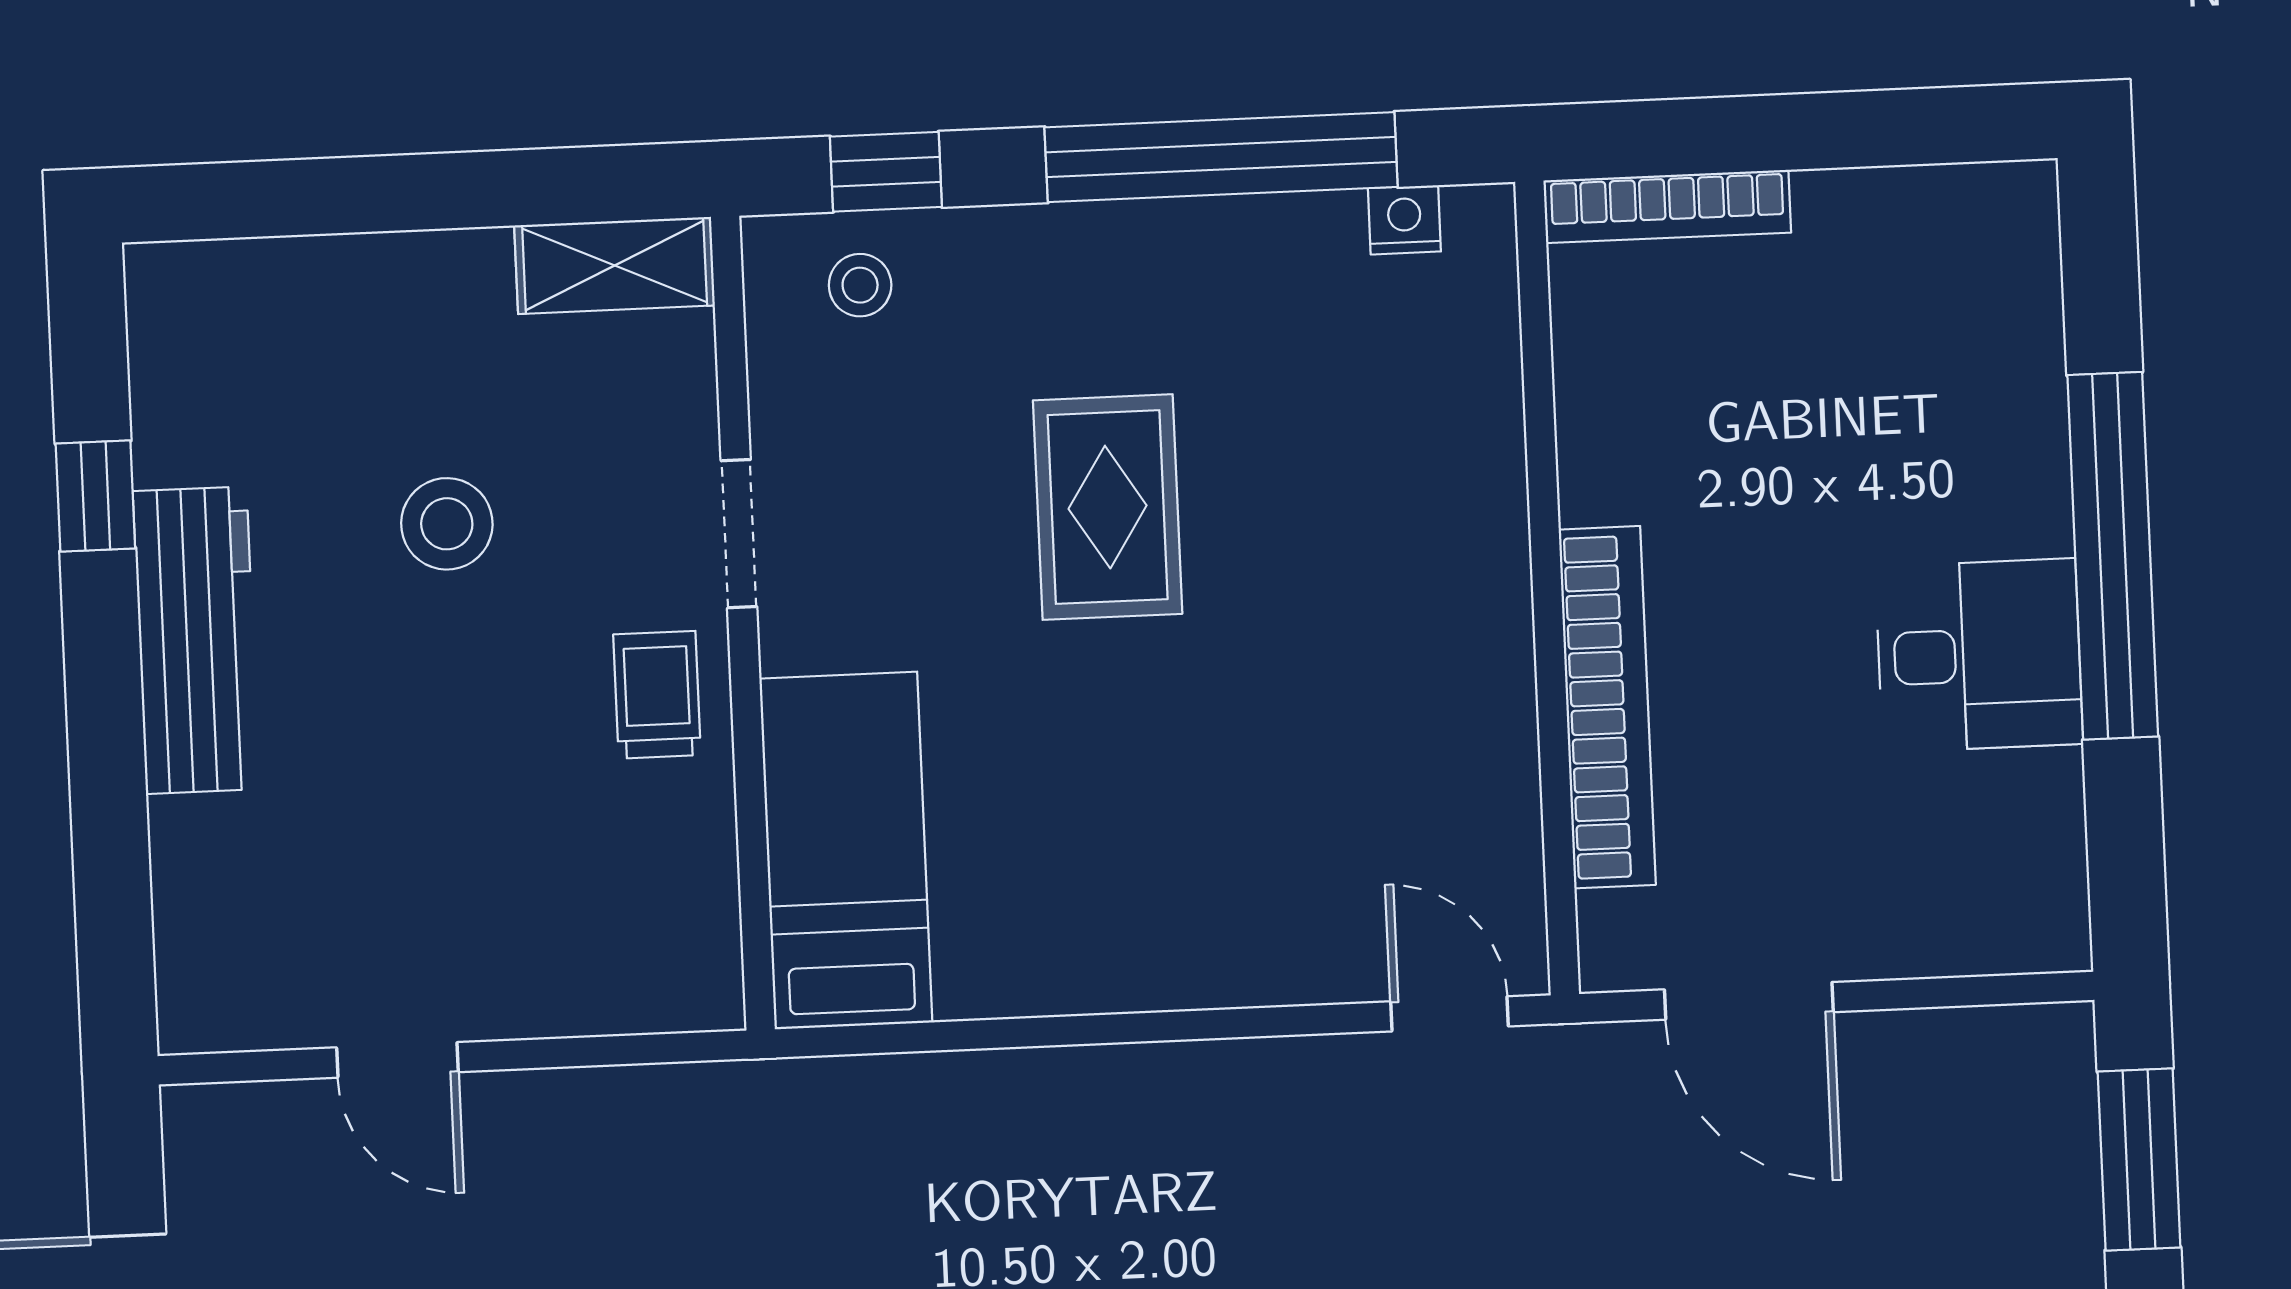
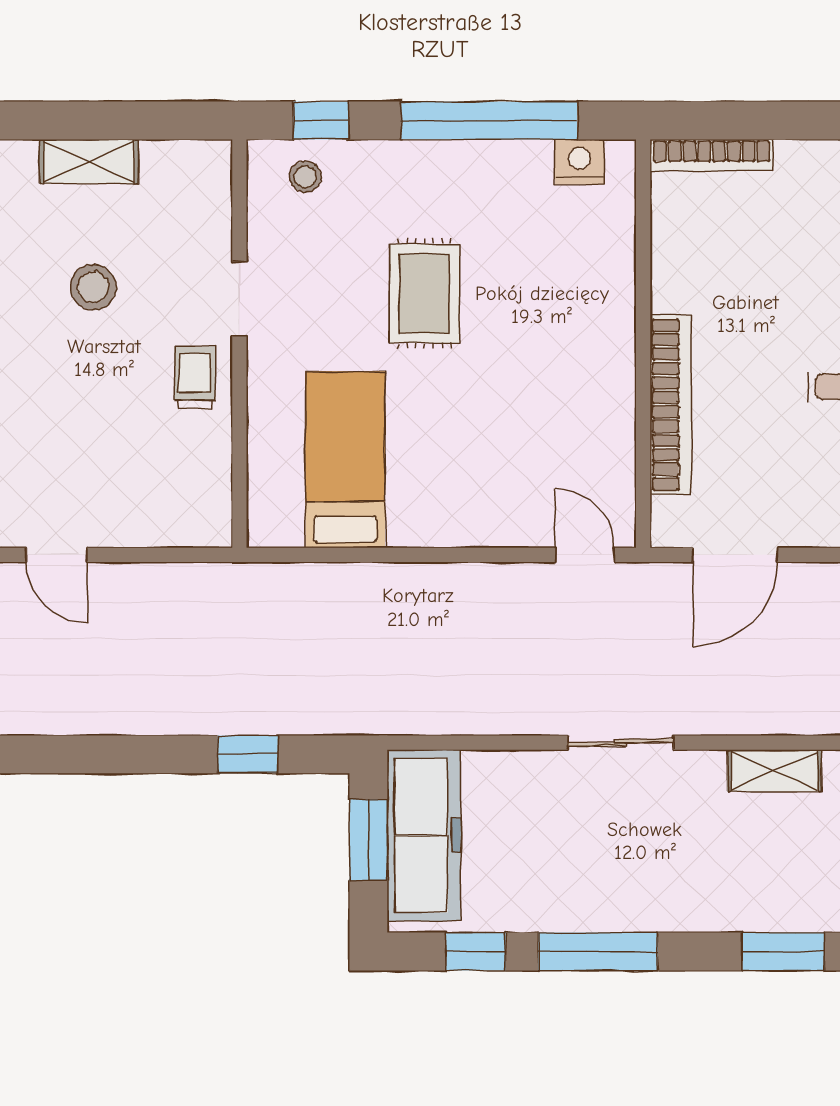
nightstand: (1404, 220) -> (580, 162), width x1.39, depth x1.35
shelving: (615, 265) -> (89, 162), moved
bed: (846, 850) -> (345, 460), moved
door: (1749, 1001) -> (735, 555), hinge flipped

